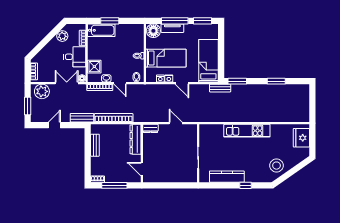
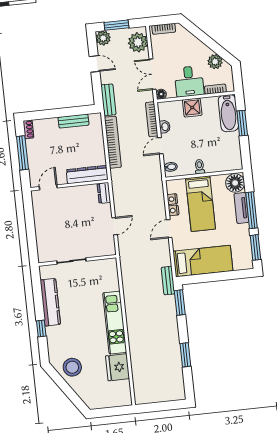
shower: (94, 67) -> (192, 108), moved
double door: (67, 83) -> (153, 74), swing flipped
plant: (36, 117) -> (103, 38), added
fridge: (301, 138) -> (117, 367), moved, turned -90

